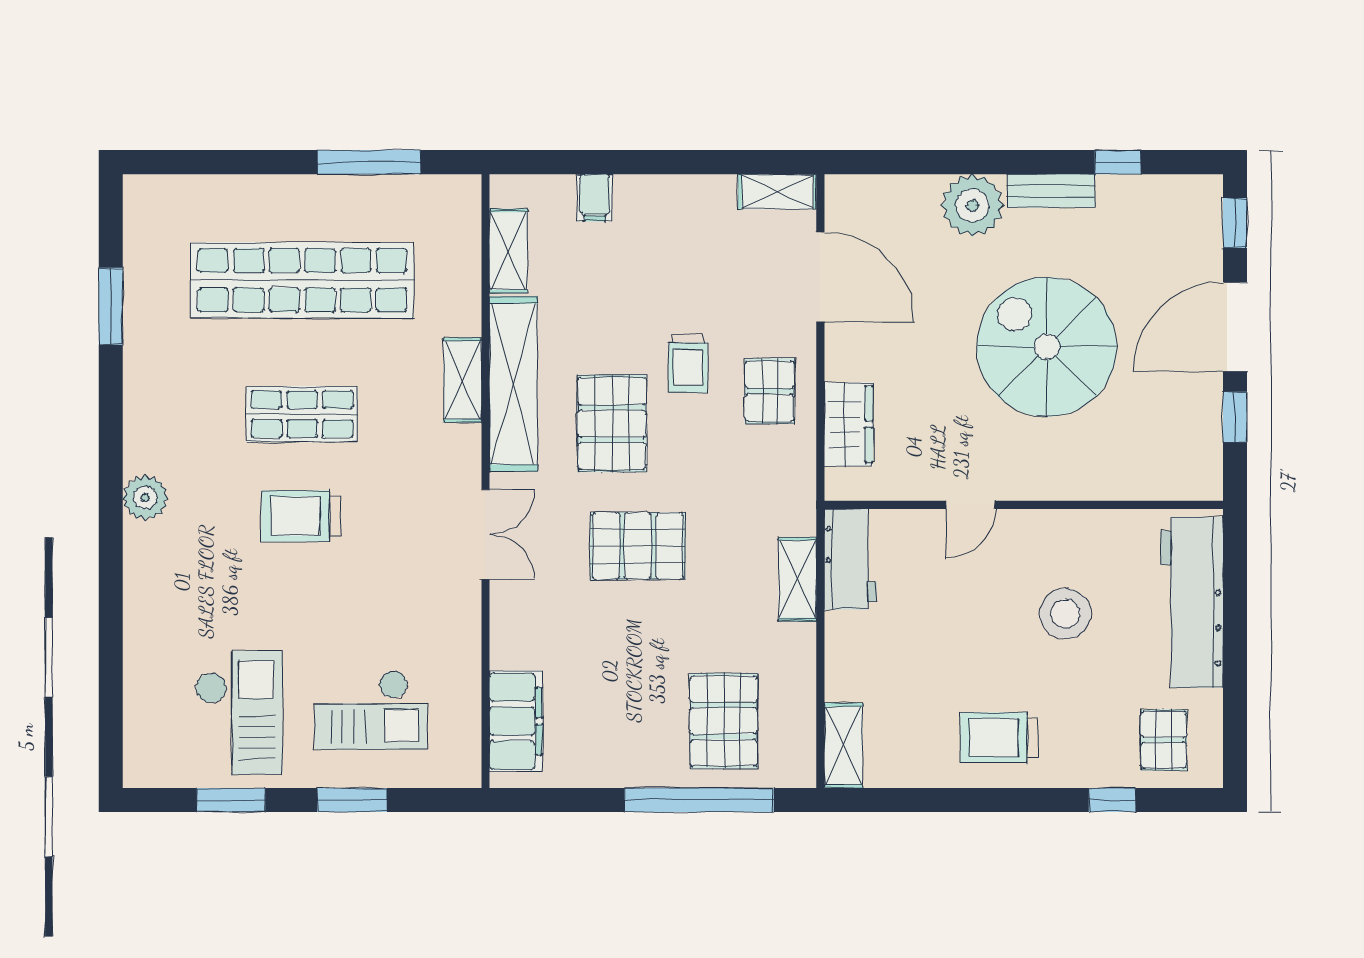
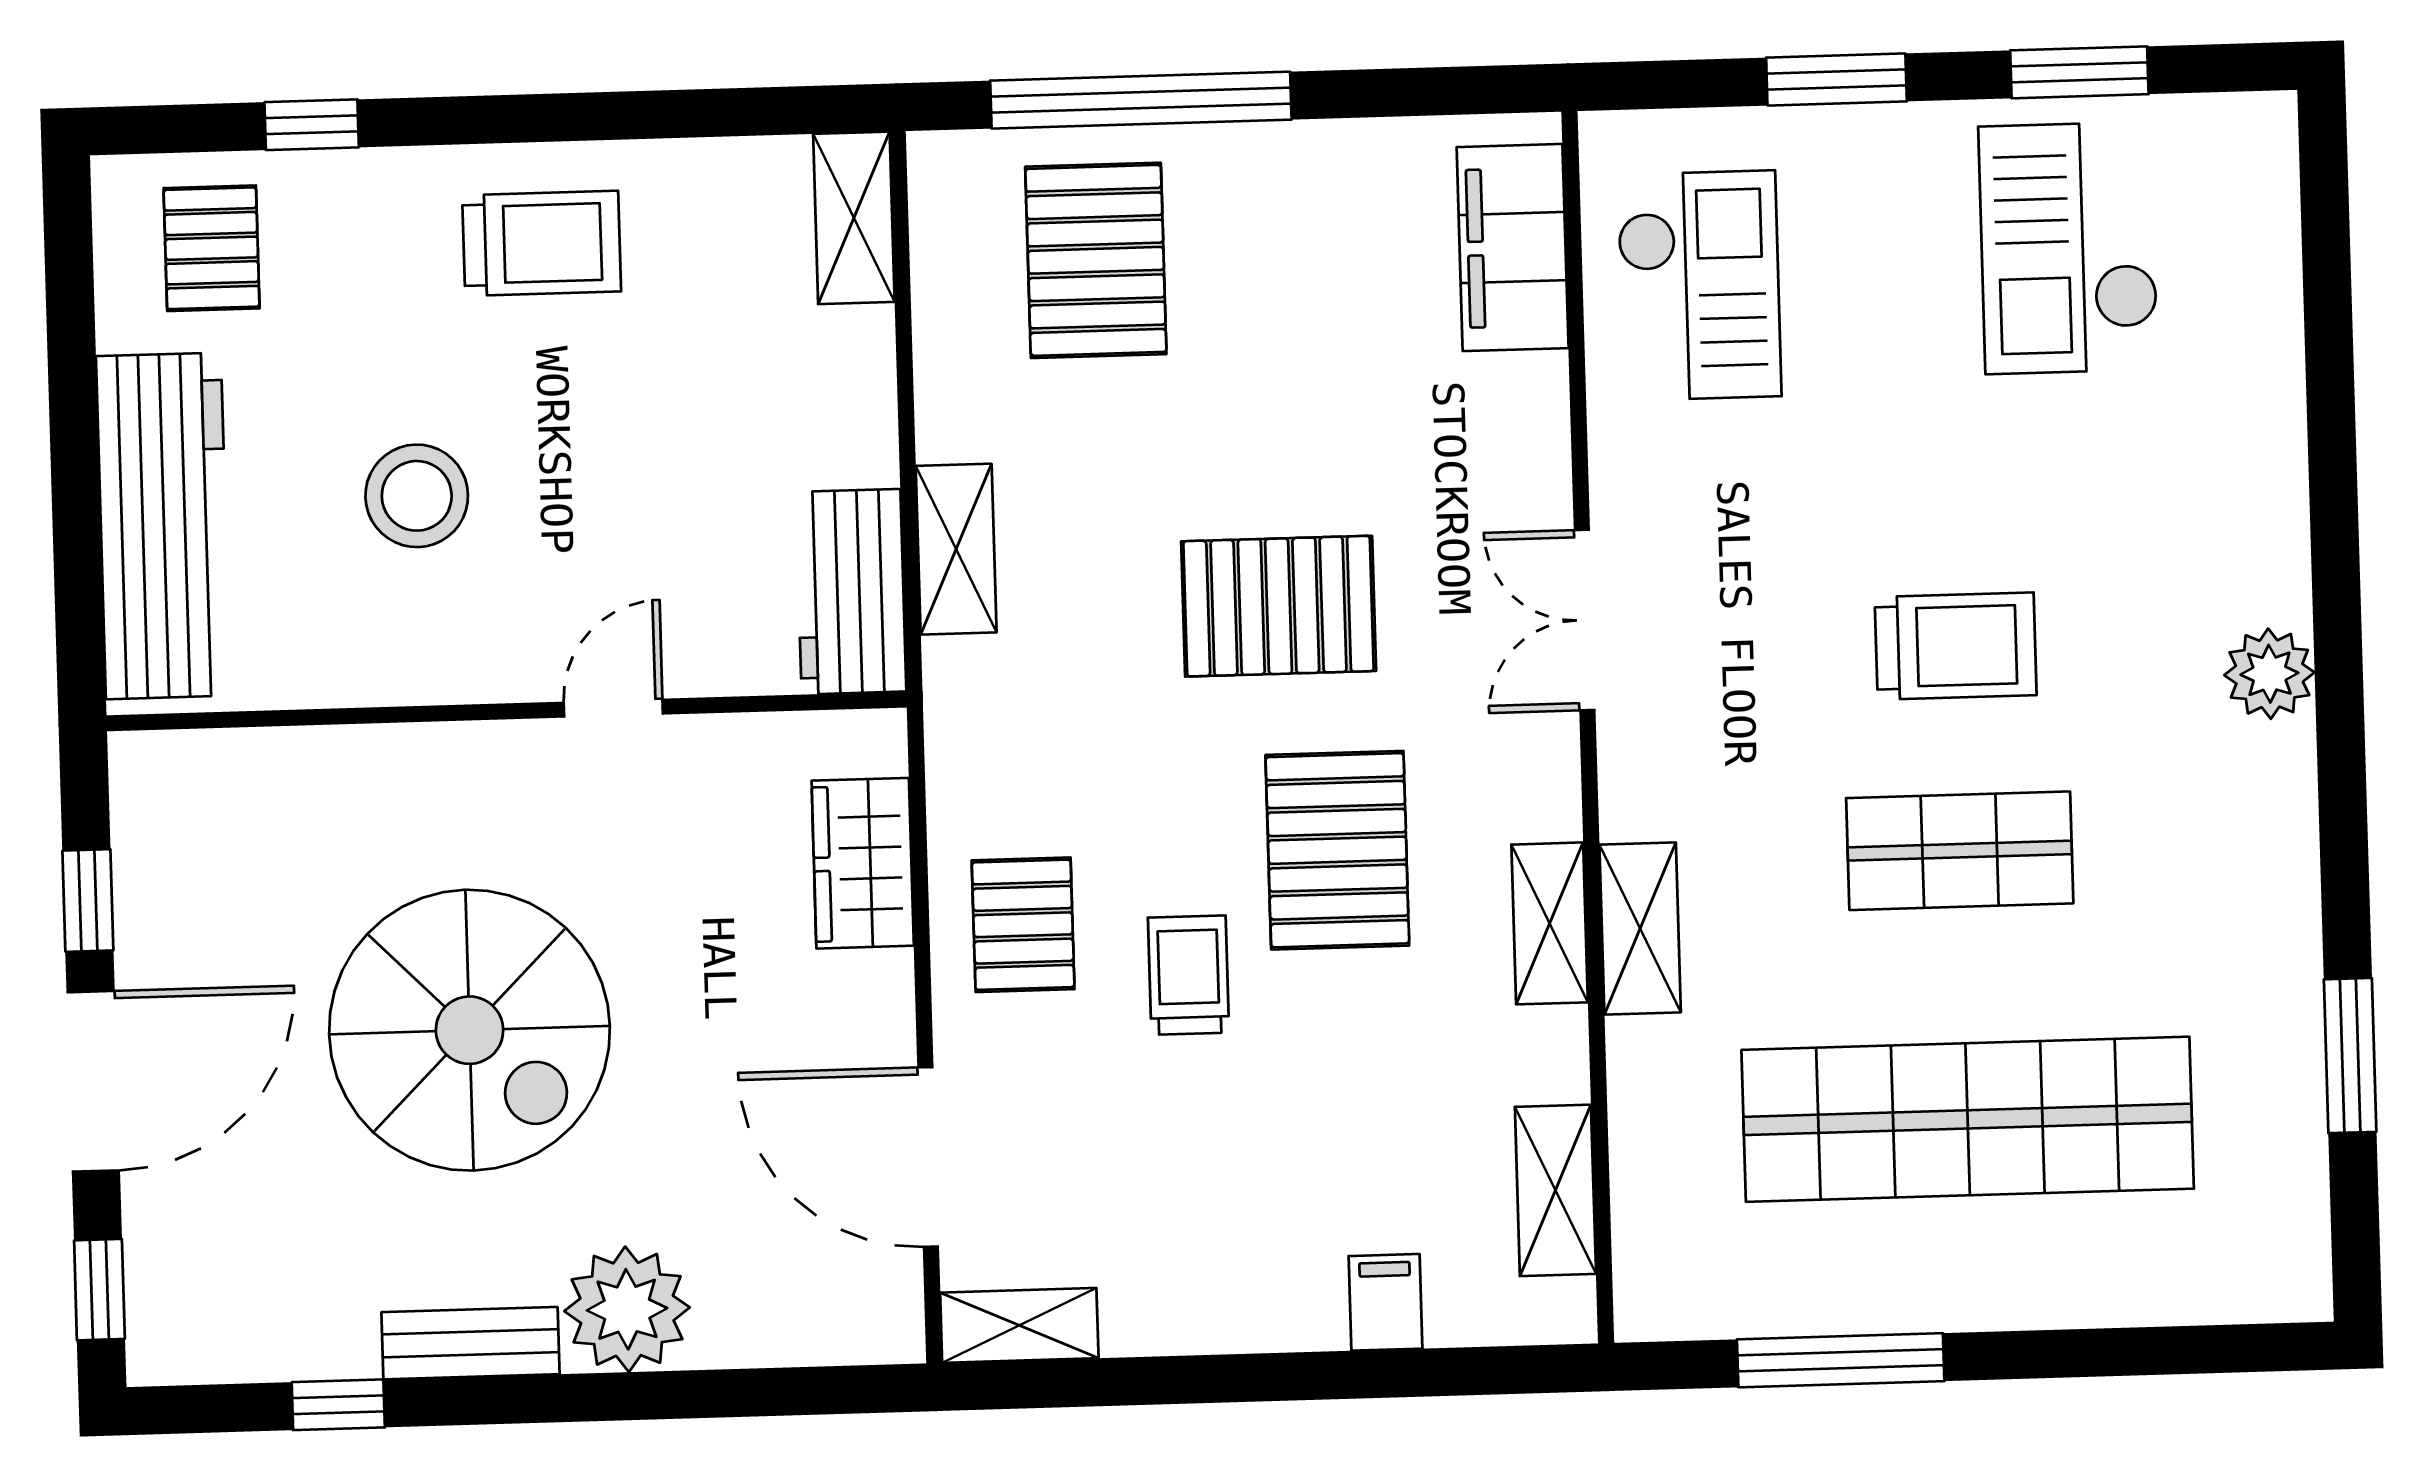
shelving: (513, 384) -> (1550, 923), width x0.45, depth x0.75
checkout: (371, 710) -> (1699, 286), moved, turned 90

